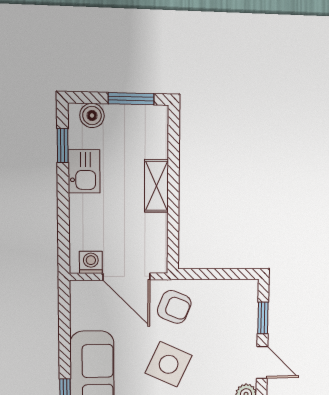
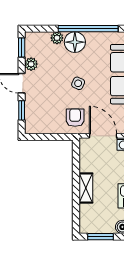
armchair: (174, 307) -> (75, 118), turned 68
side table: (169, 364) -> (78, 83), width x0.54, depth x0.54

